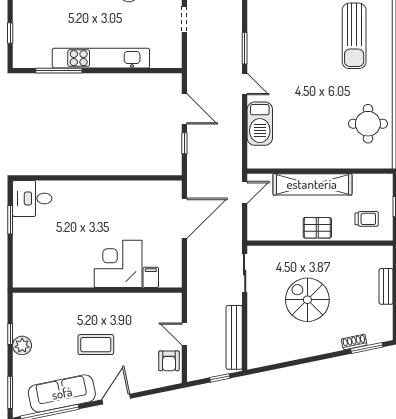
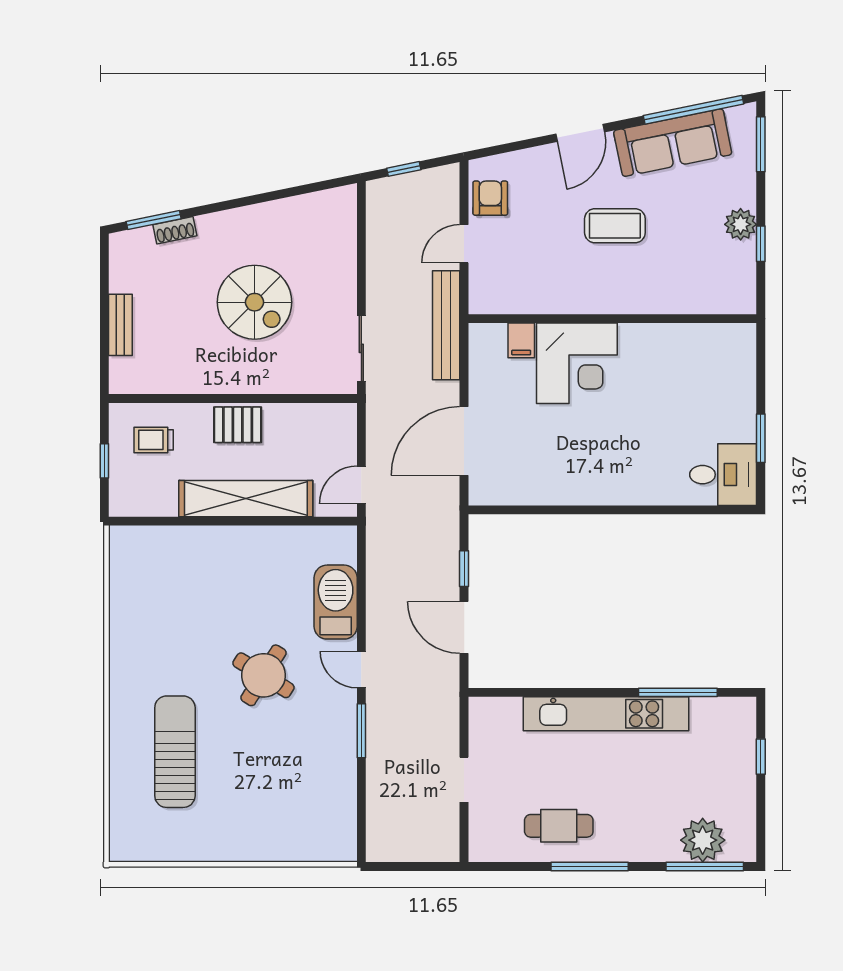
round table: (368, 124) -> (263, 675), moved, turned 32
door: (184, 334) -> (464, 244), swing flipped
bench: (234, 337) -> (446, 325), moved

